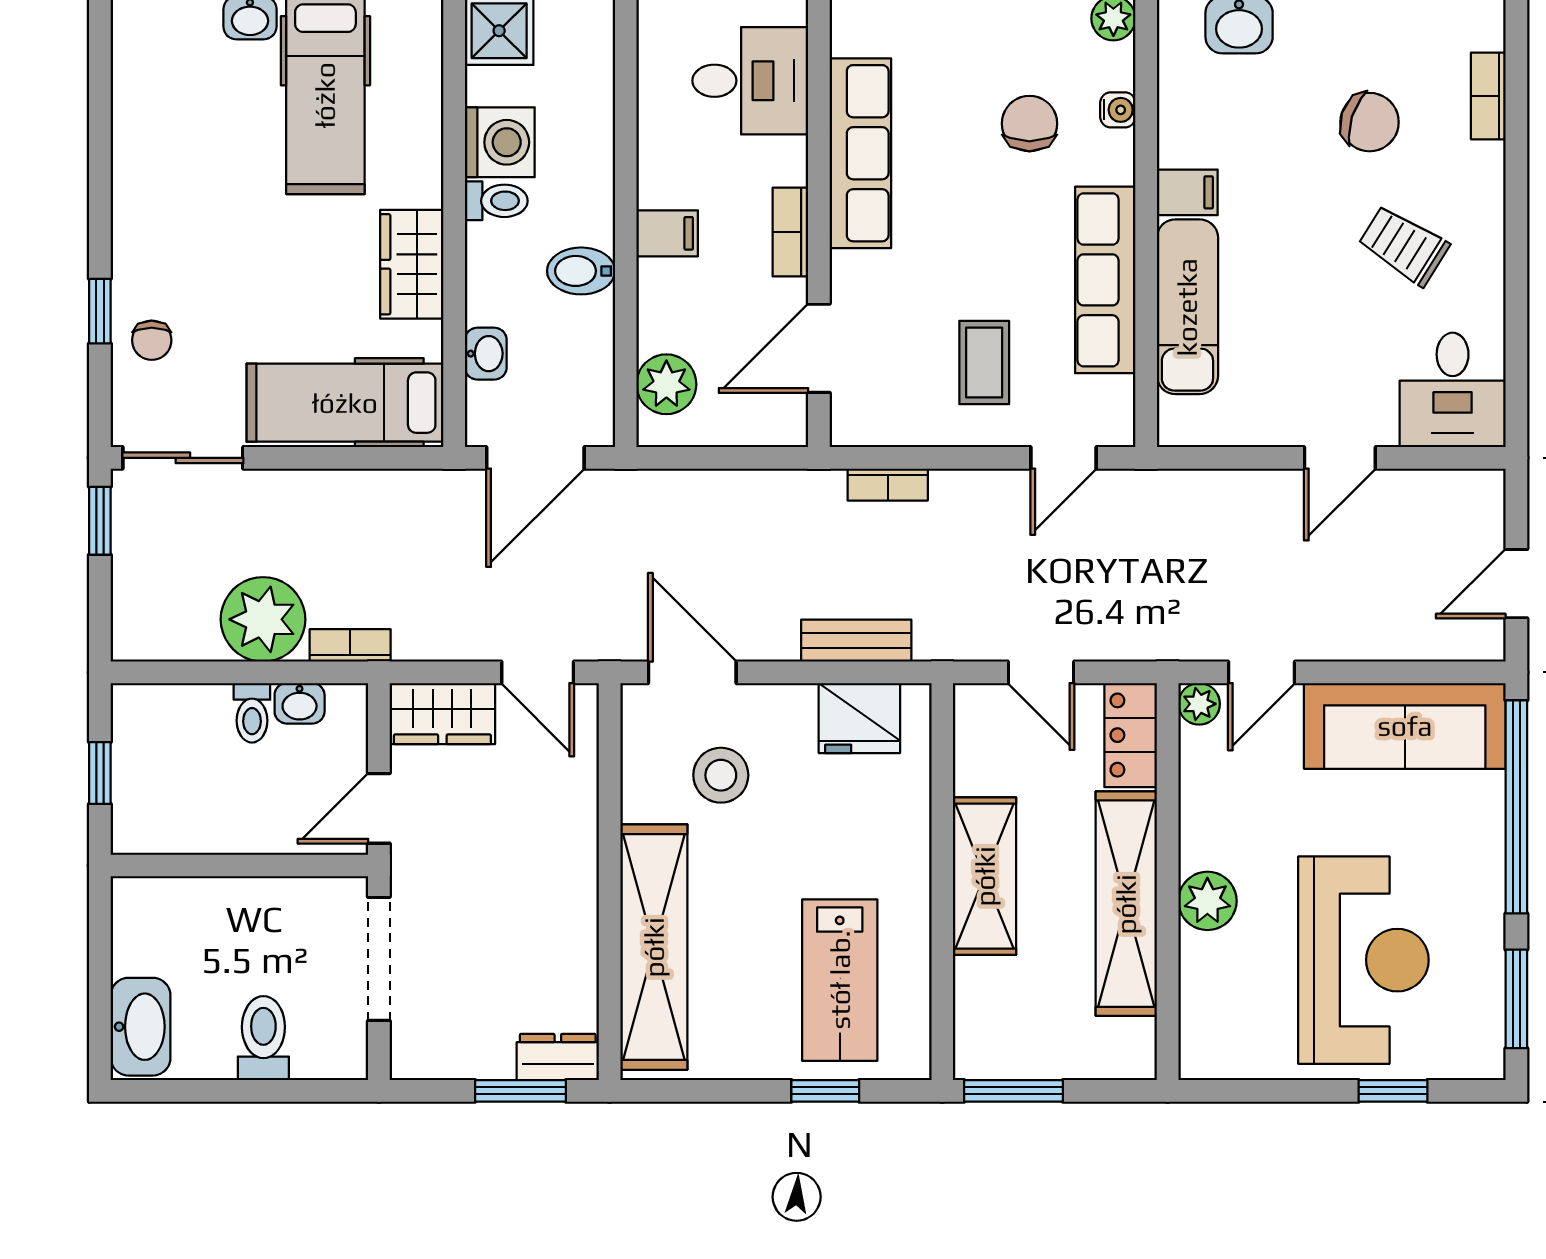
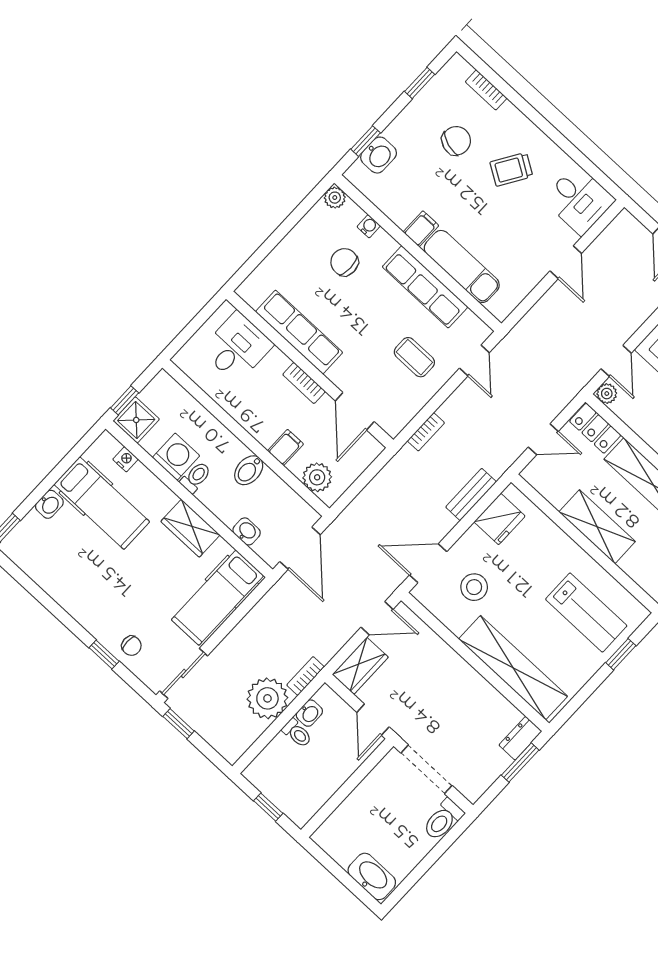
nightstand: (425, 70) -> (125, 459), added
filing cabinet: (667, 233) -> (286, 447), moved
toilet: (263, 1038) -> (443, 820), moved, turned -90

